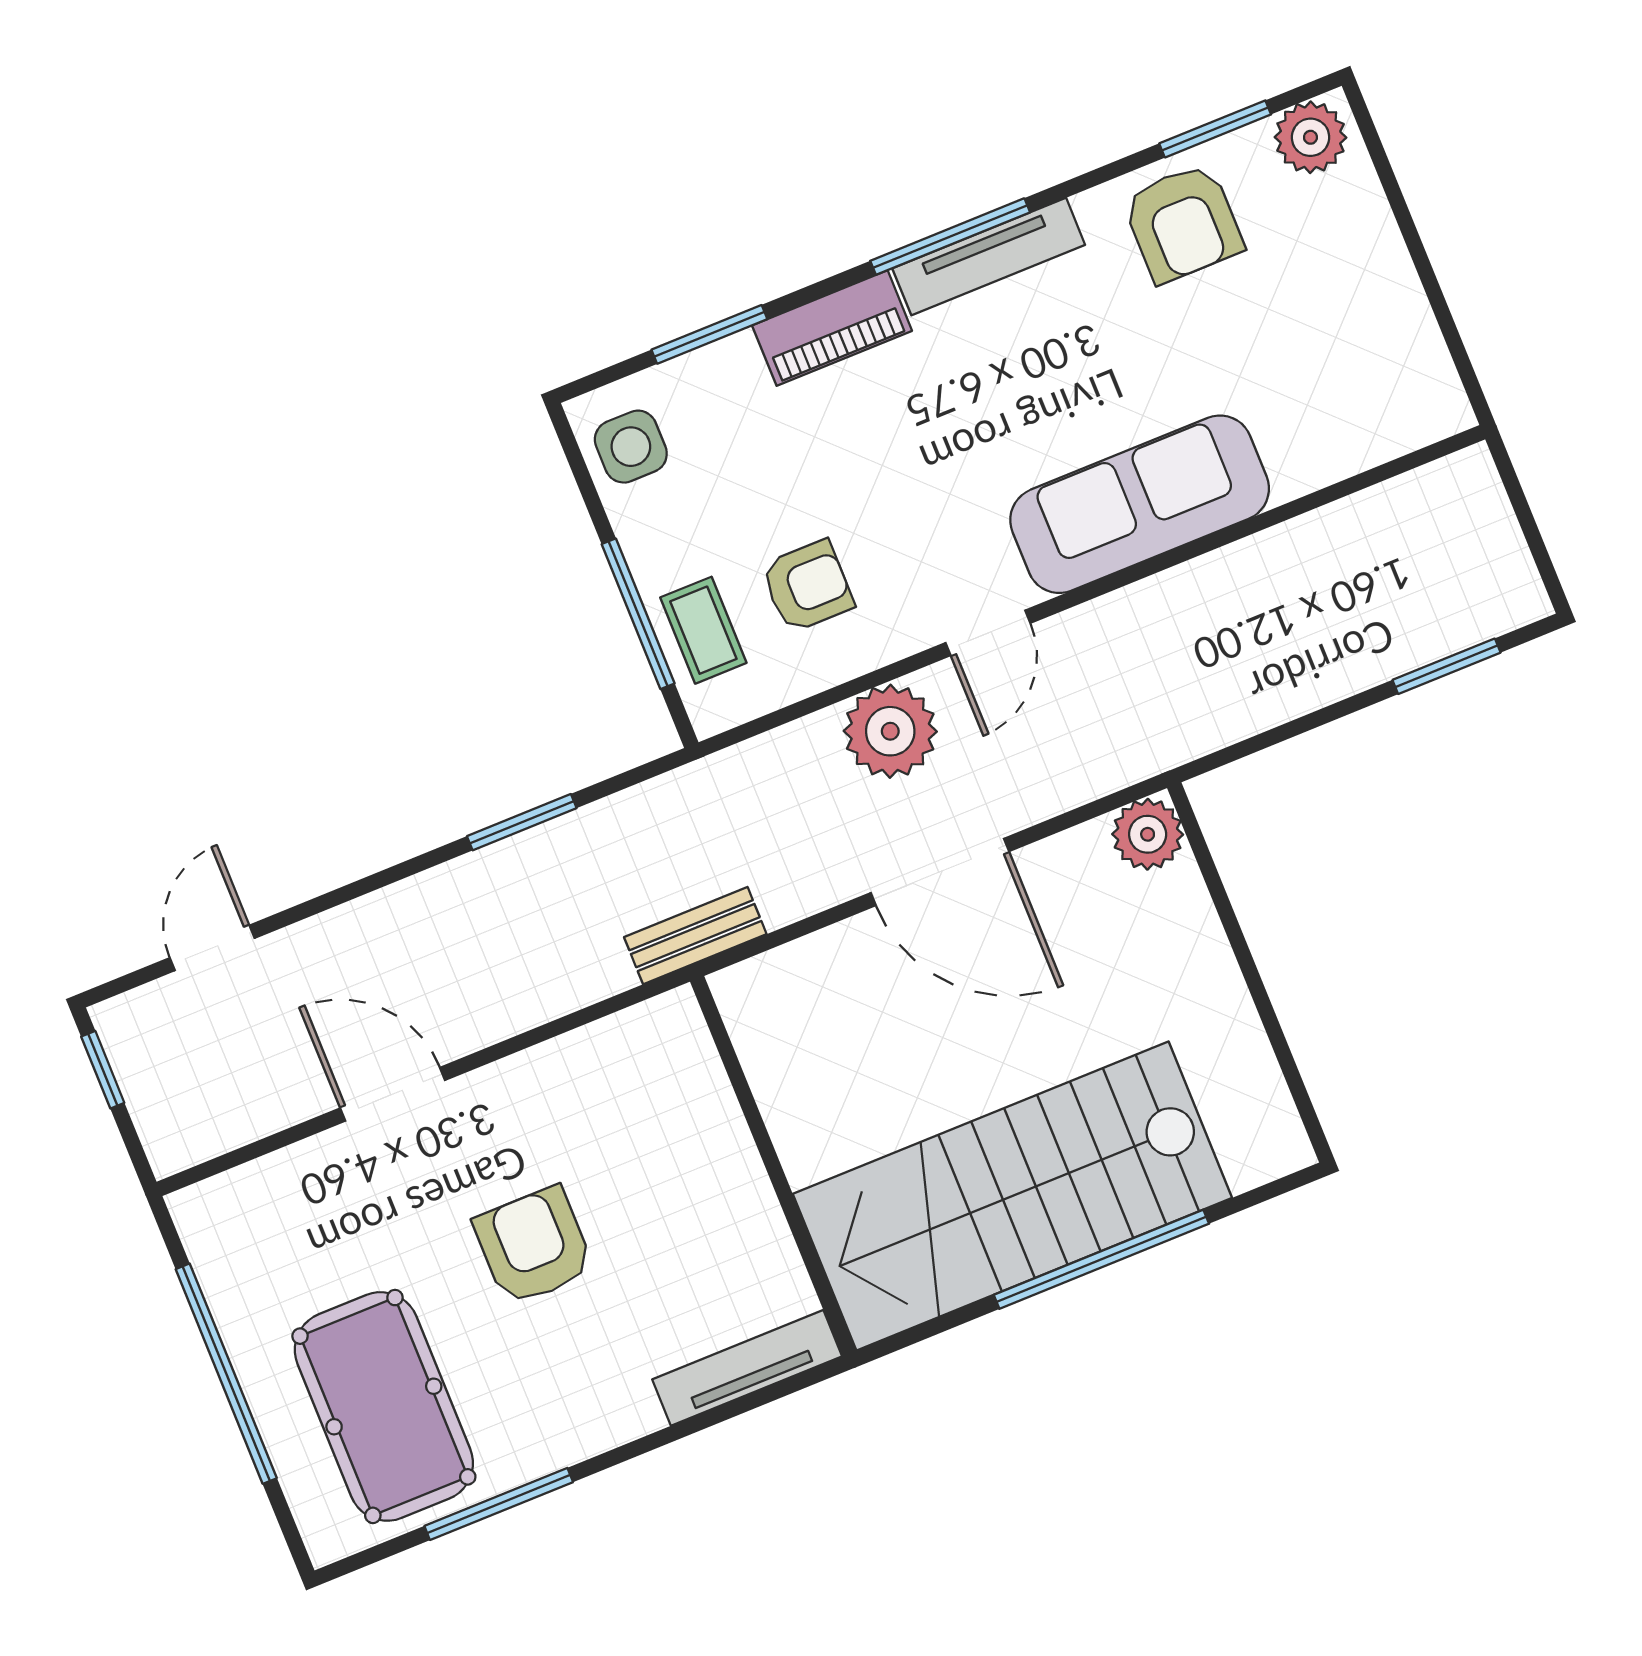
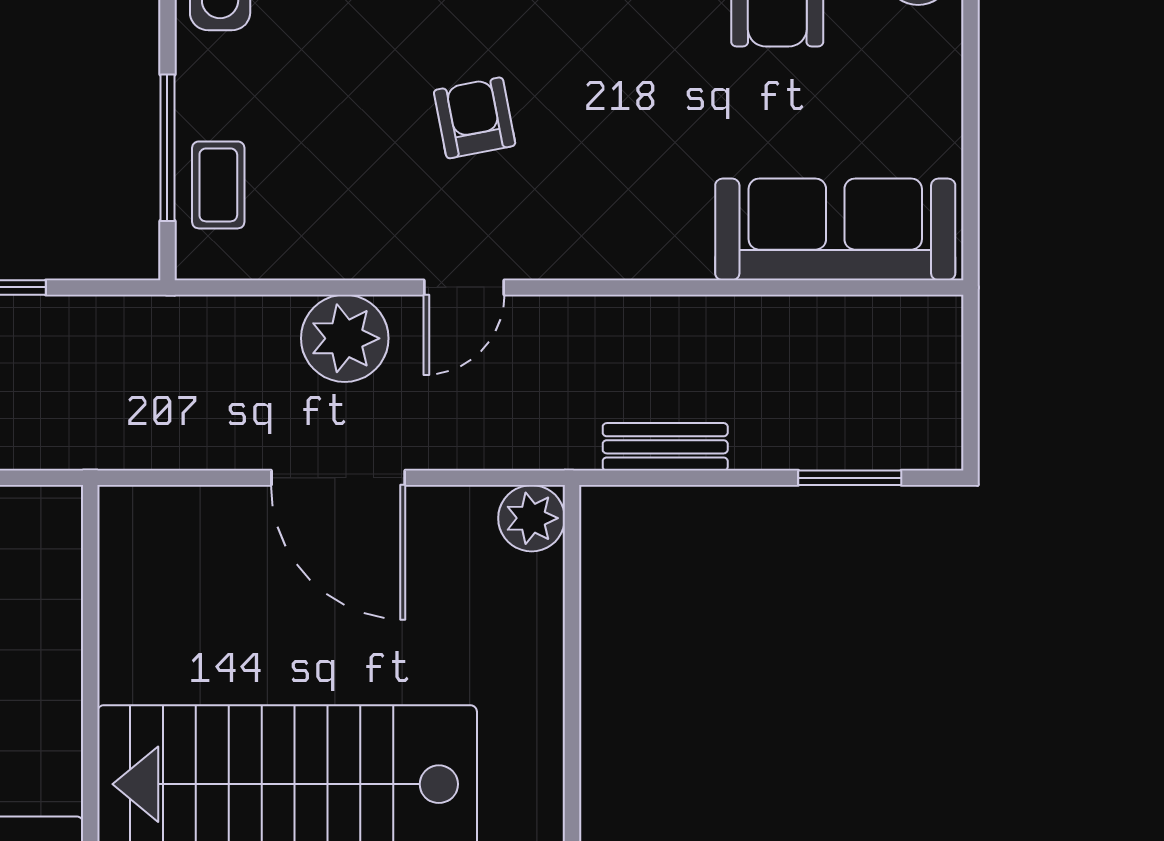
sofa: (1140, 504) -> (835, 229), moved
armchair: (807, 586) -> (475, 118), moved, turned -101
bench: (695, 936) -> (665, 447), moved

